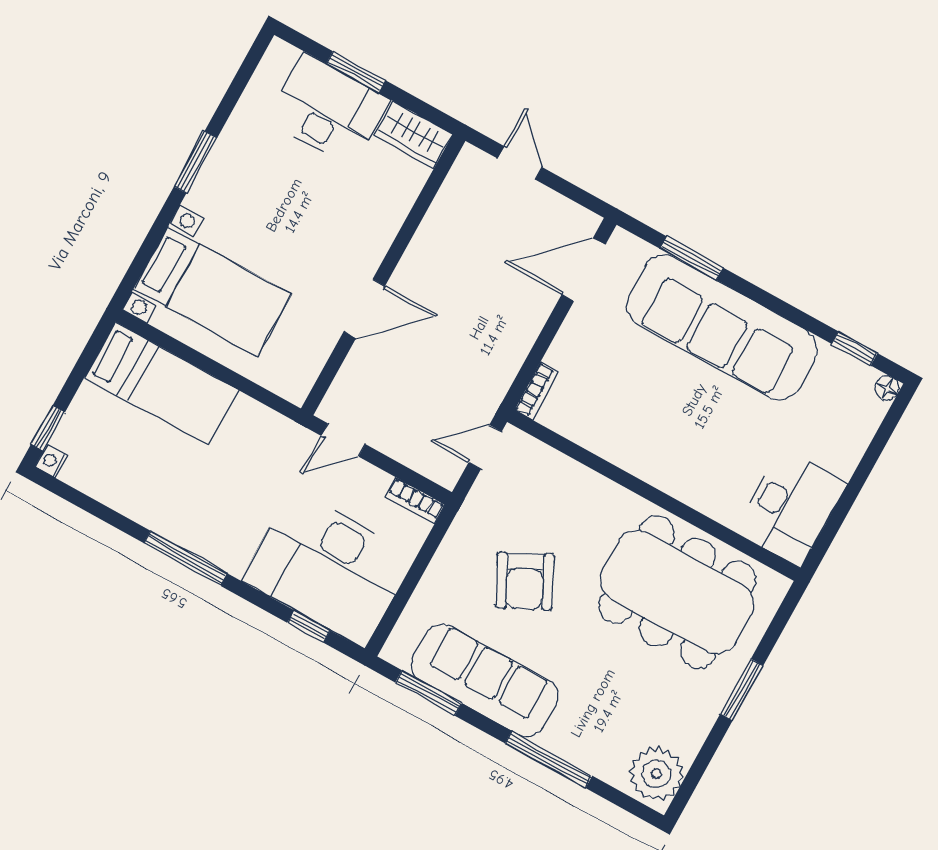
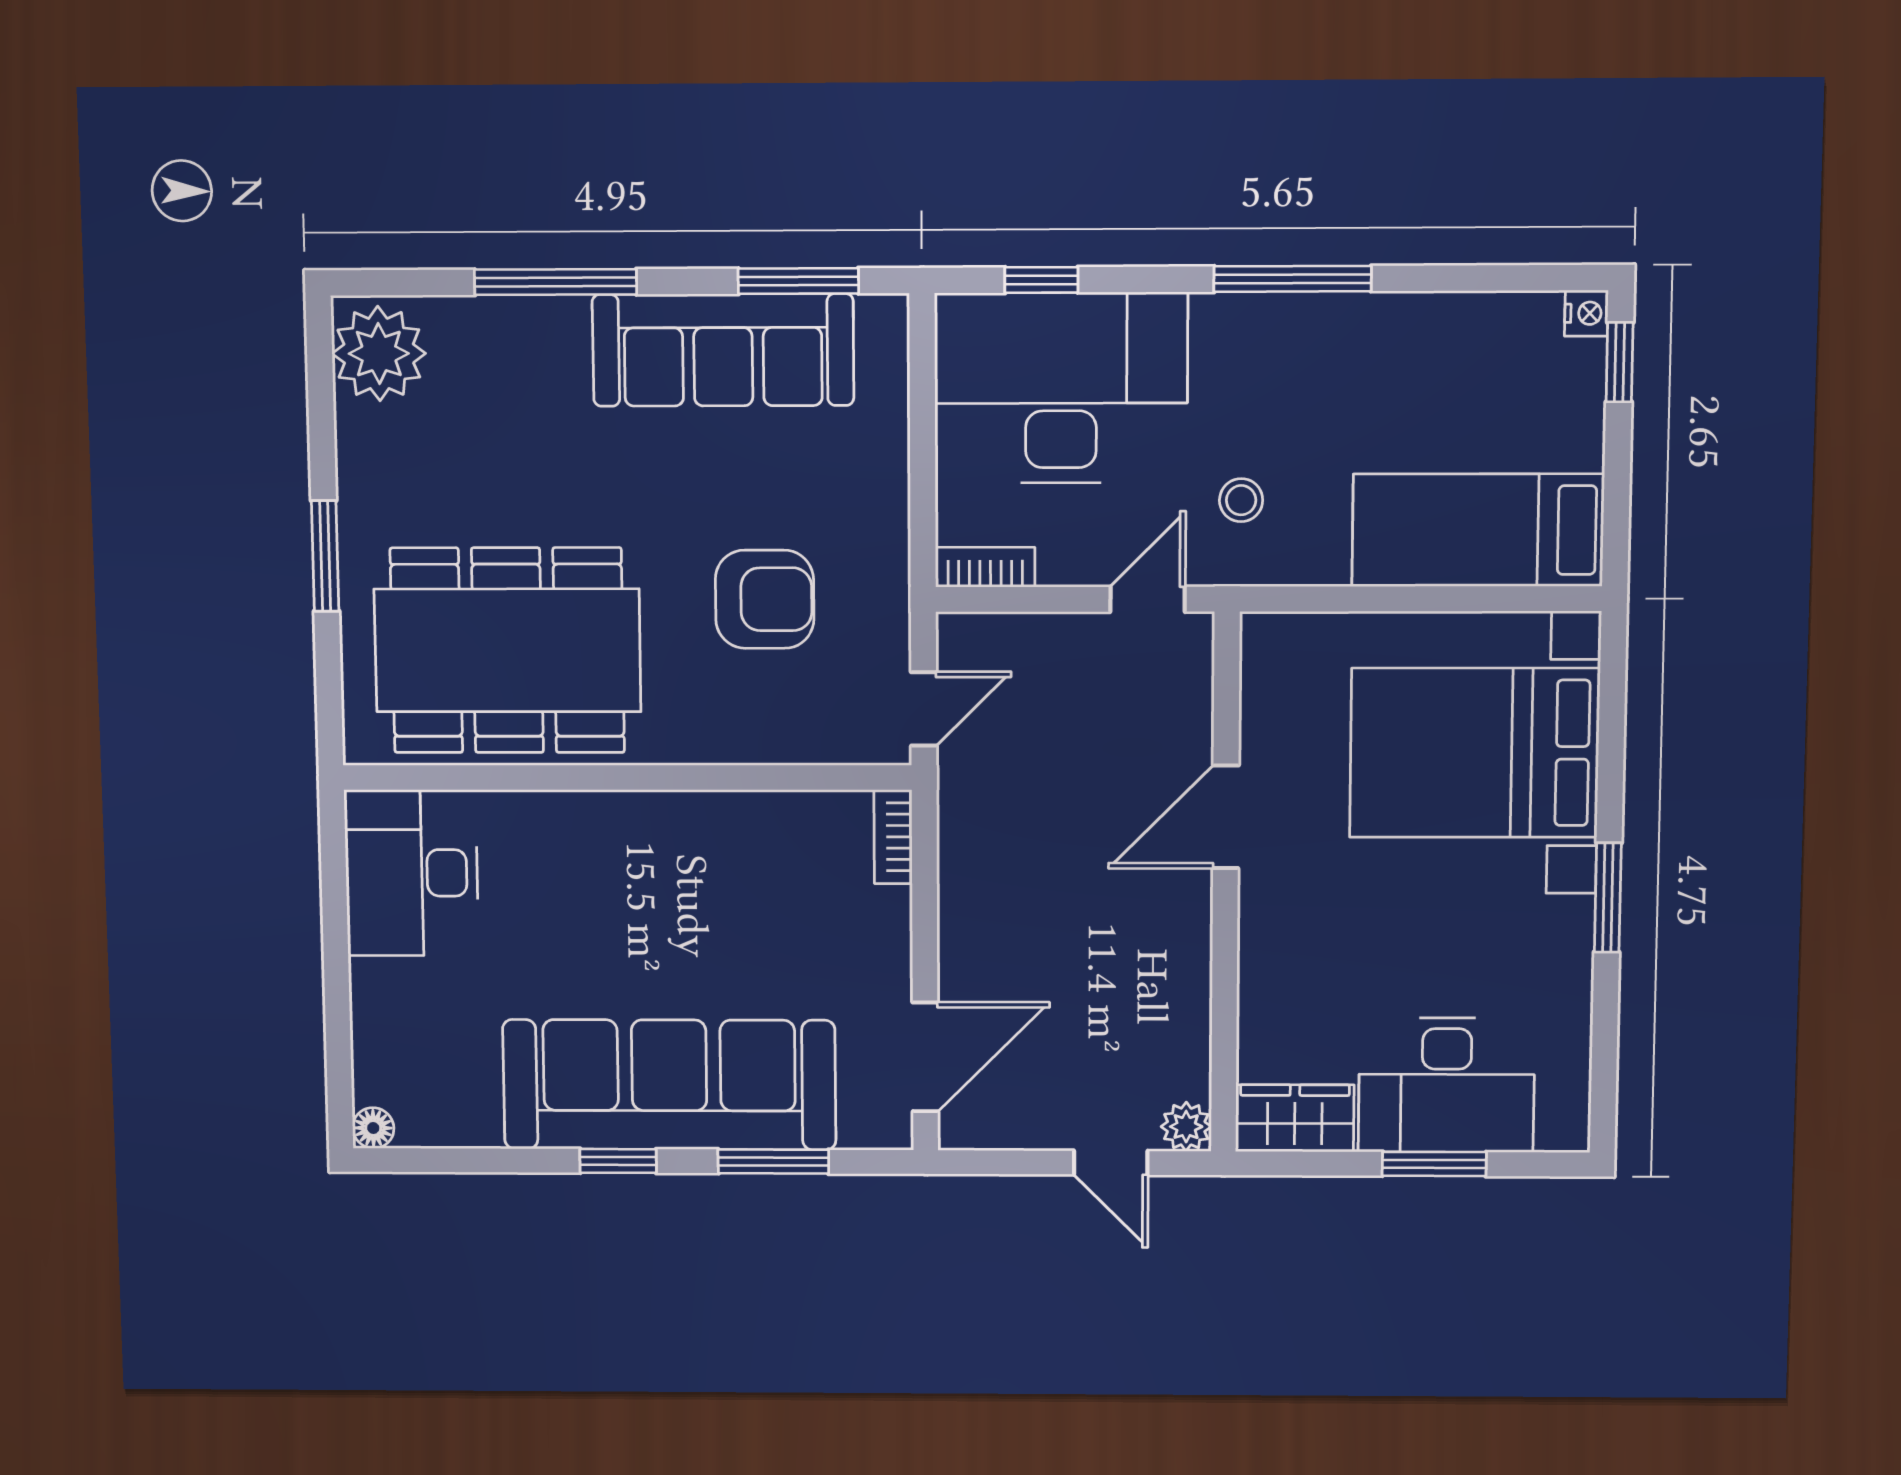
plant: (471, 161) -> (1186, 1127), added
bed with nightstands: (212, 291) -> (1474, 753), width x1.36
window: (854, 348) -> (618, 1161), moved
stool: (270, 464) -> (1241, 500), added
armchair: (525, 581) -> (765, 599), moved, turned 117

